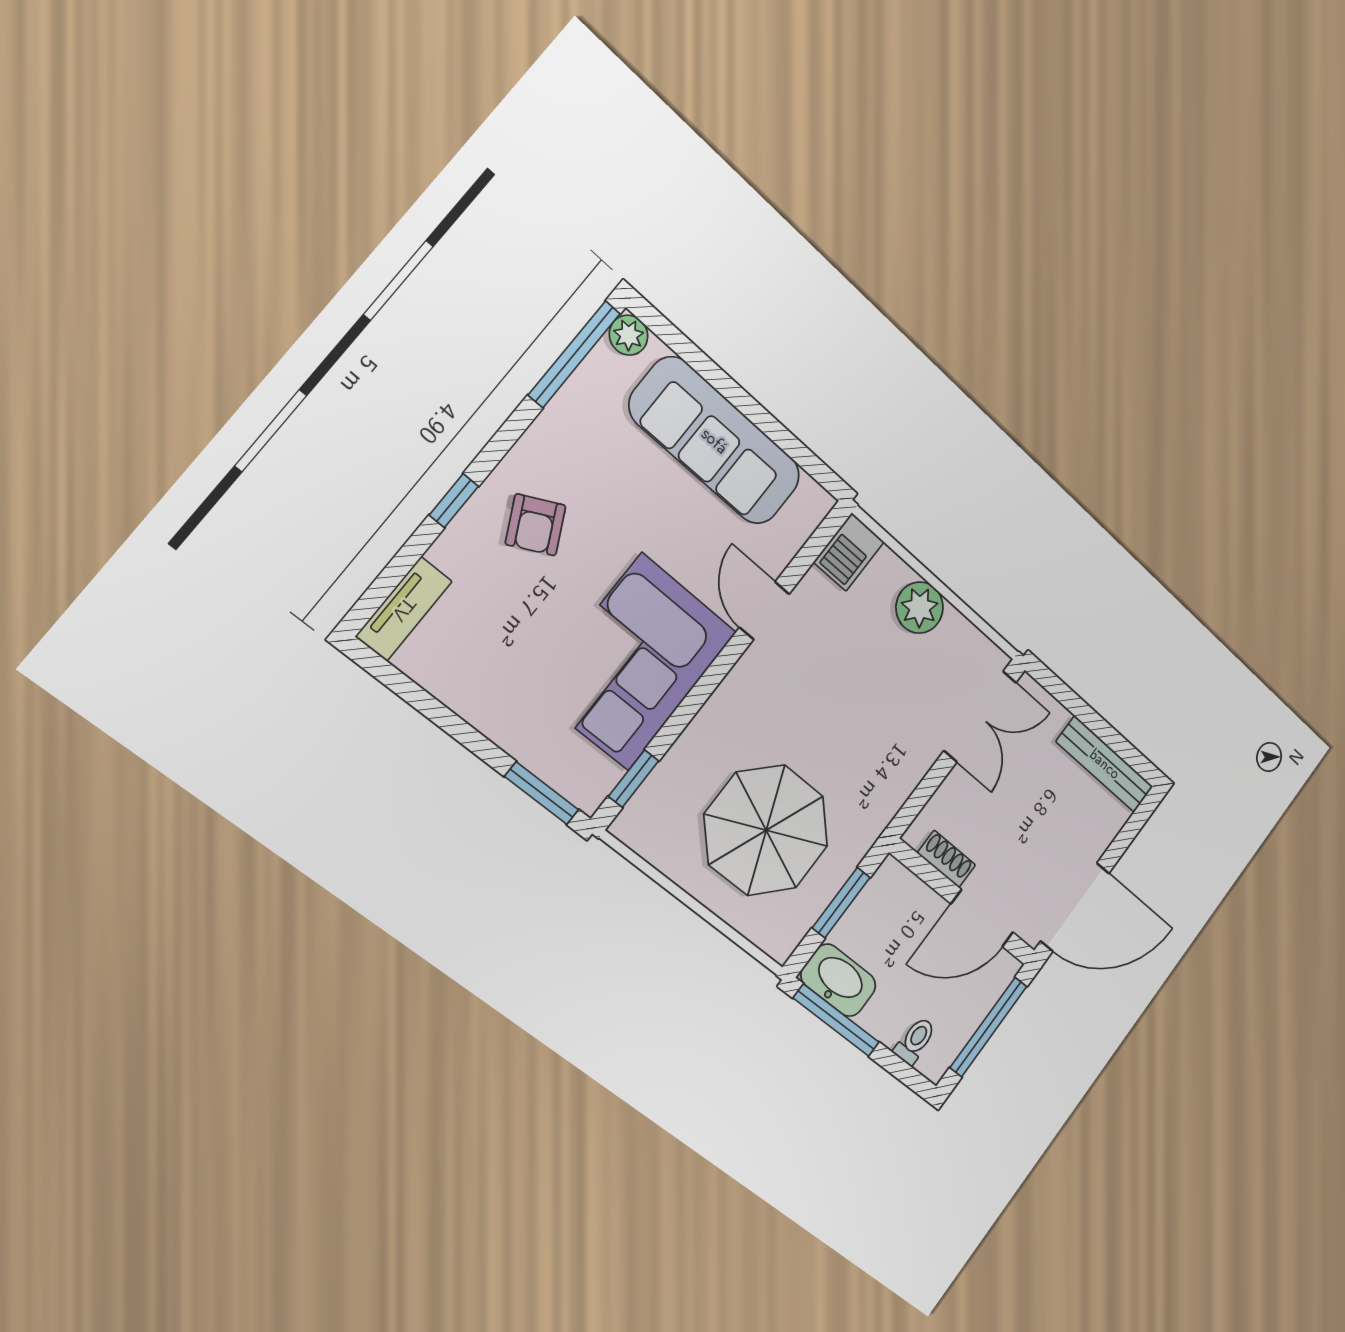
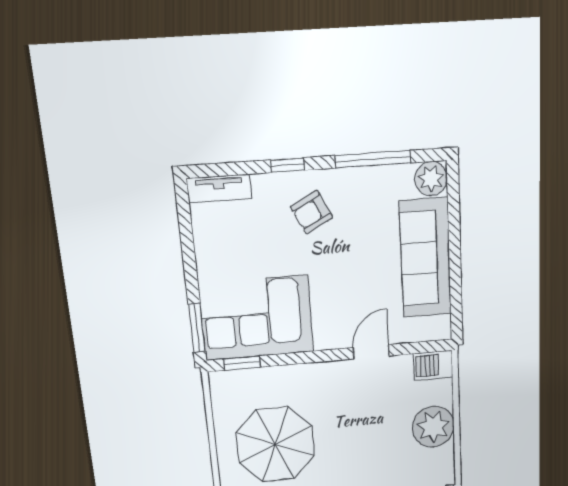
plant: (629, 335) -> (431, 179), width x1.38, depth x1.38
window: (574, 354) -> (373, 159), moved
plant: (920, 608) -> (433, 427), width x1.36, depth x1.36
corner sofa: (635, 662) -> (256, 318), moved

